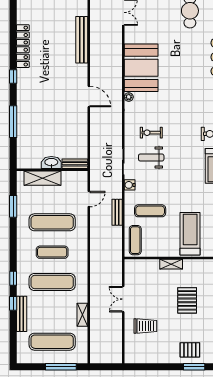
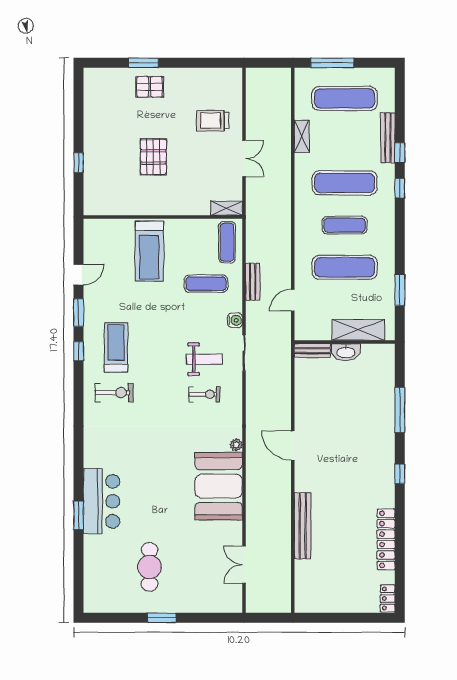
locker: (23, 46) -> (386, 539), moved
shelving: (171, 264) -> (226, 208), moved

